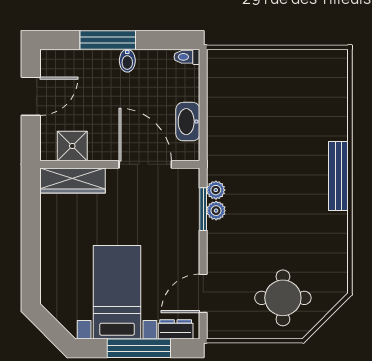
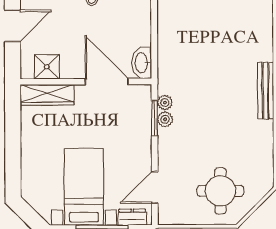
washbasin: (188, 122) -> (142, 63), moved

